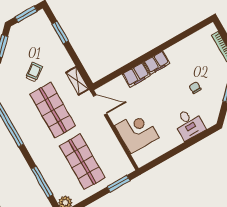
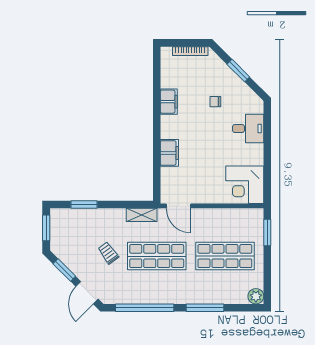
filing cabinet: (157, 63) -> (169, 102), moved
door: (100, 105) -> (179, 206), swing flipped
corner desk: (137, 132) -> (245, 185), moved, turned -90
window: (42, 182) -> (205, 308), moved

